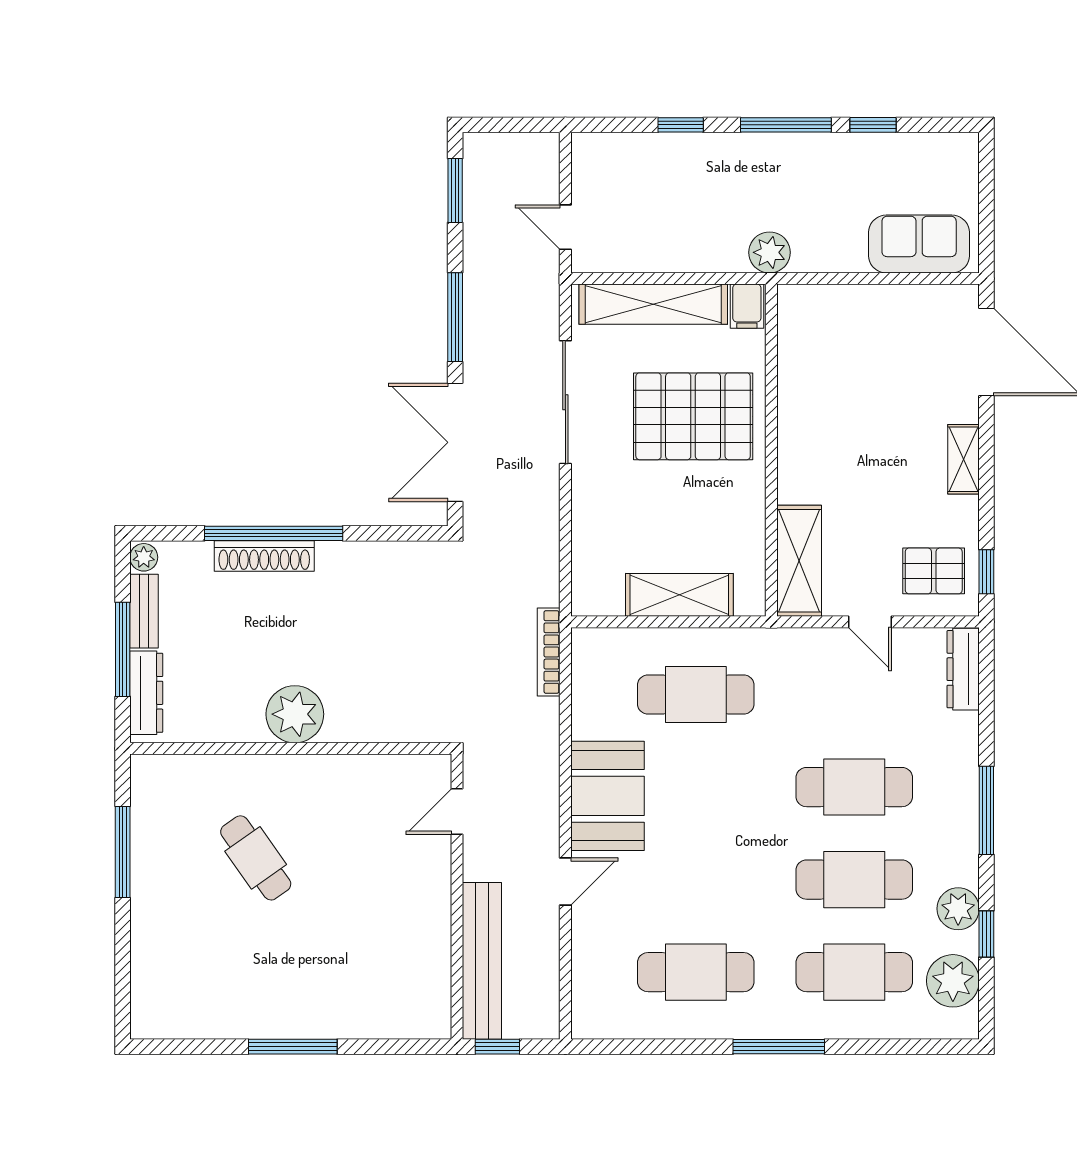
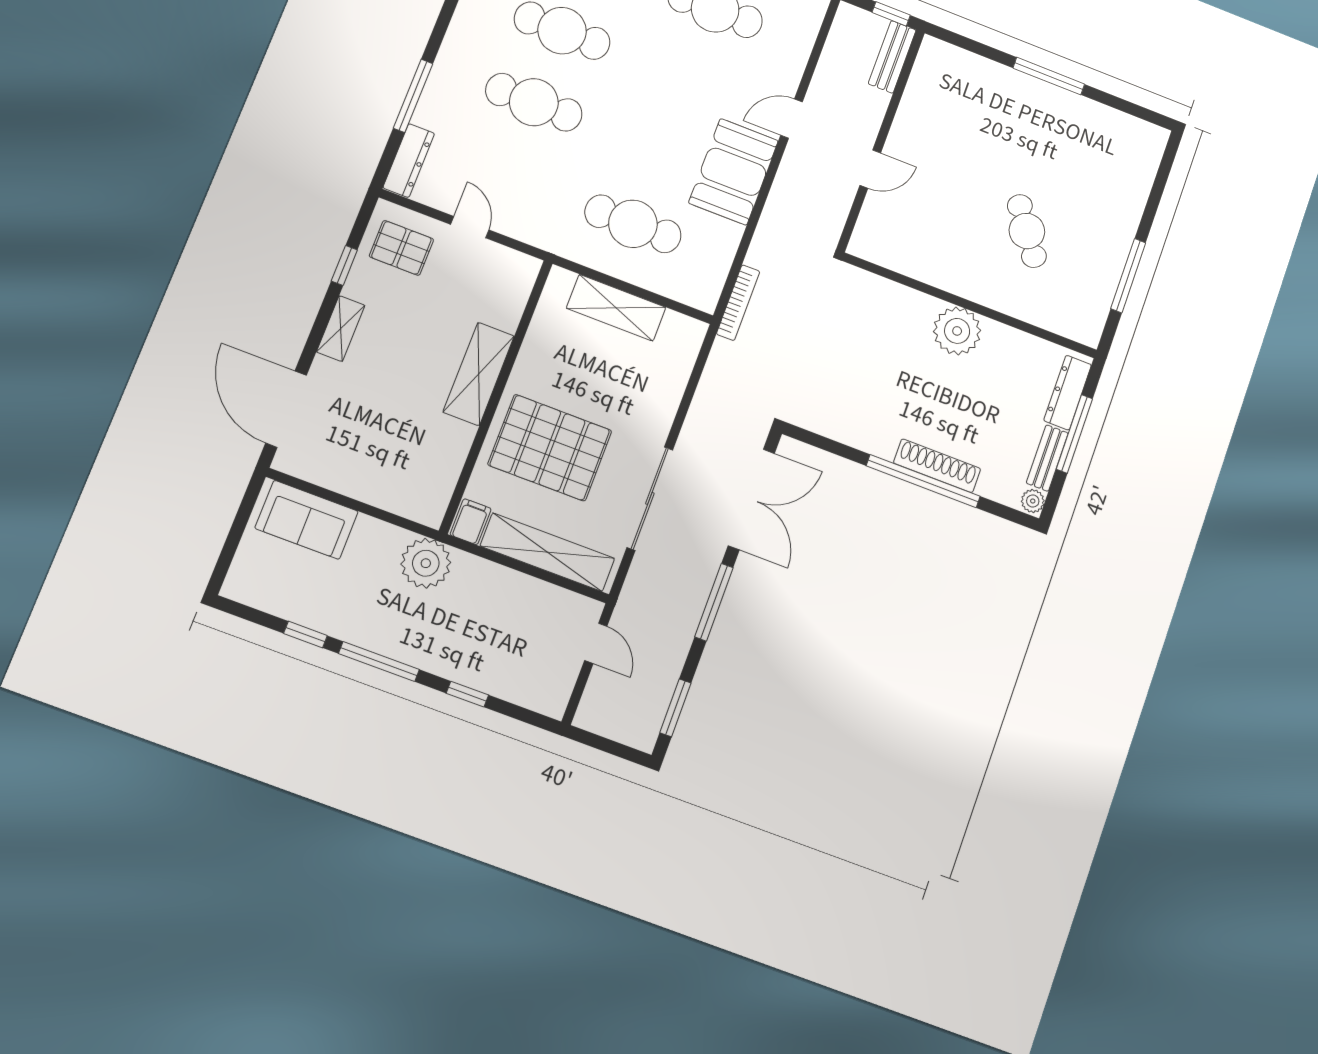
plant: (770, 252) -> (426, 563), width x1.36, depth x1.36
shelving: (799, 561) -> (479, 374), moved
window: (986, 572) -> (344, 265), moved
window: (986, 810) -> (413, 96), moved
door: (457, 811) -> (870, 169), moved
bench: (482, 961) -> (892, 57), width x0.54, depth x0.82

